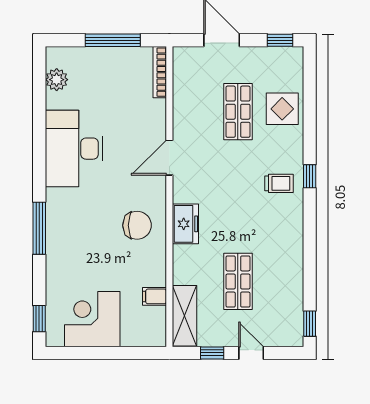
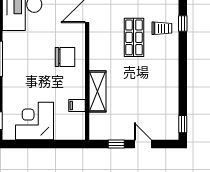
freezer: (185, 224) -> (98, 56), removed
shop shelf: (238, 281) -> (134, 37), moved
shelving: (185, 316) -> (97, 91), moved

